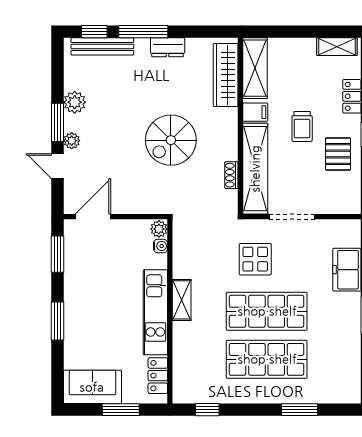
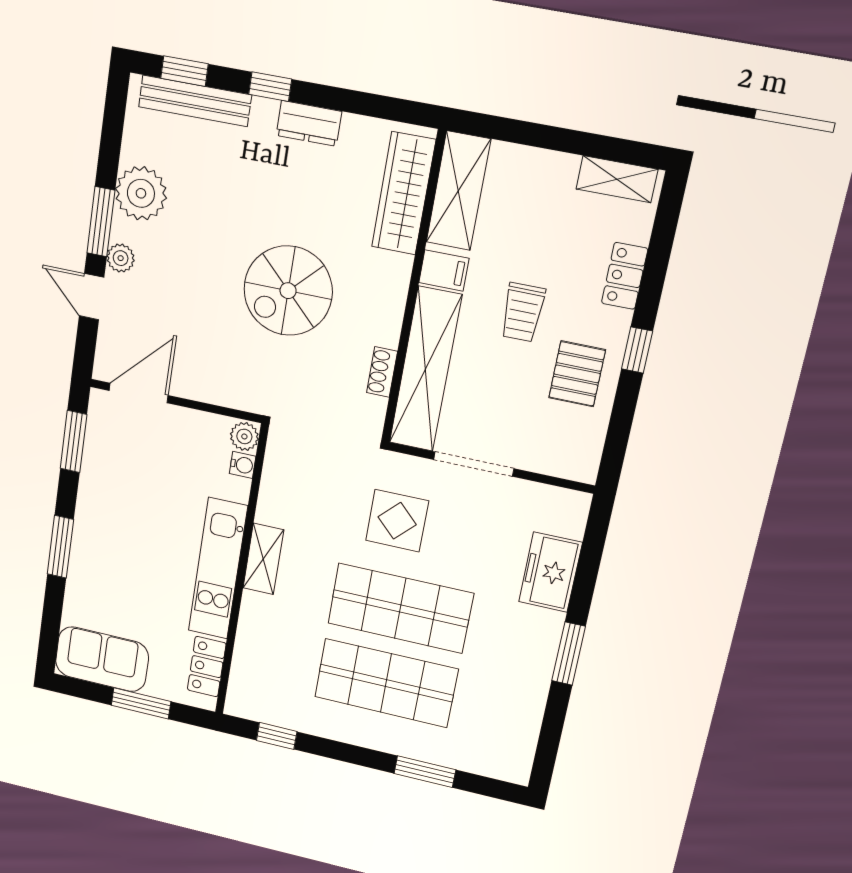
window: (143, 32) -> (270, 87), width x0.46
plant: (75, 102) -> (141, 193), width x1.36, depth x1.36

